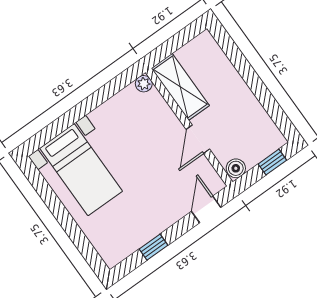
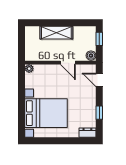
shelving: (180, 87) -> (56, 33), moved
bed with nightstands: (81, 170) -> (46, 113), width x1.36
dresser: (108, 251) -> (87, 133), added

